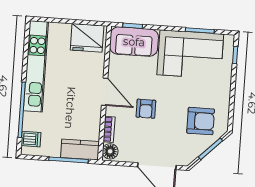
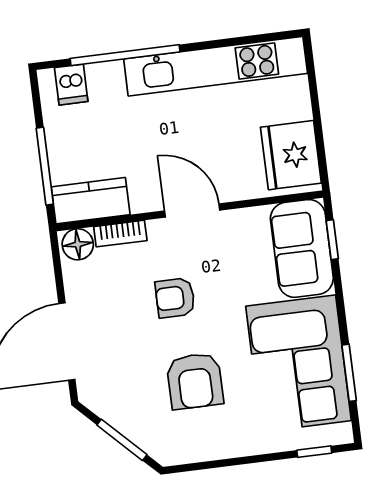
door: (105, 92) -> (192, 210), swing flipped
armchair: (201, 121) -> (195, 381), moved
kitchen counter: (80, 150) -> (91, 201), moved, turned -90

